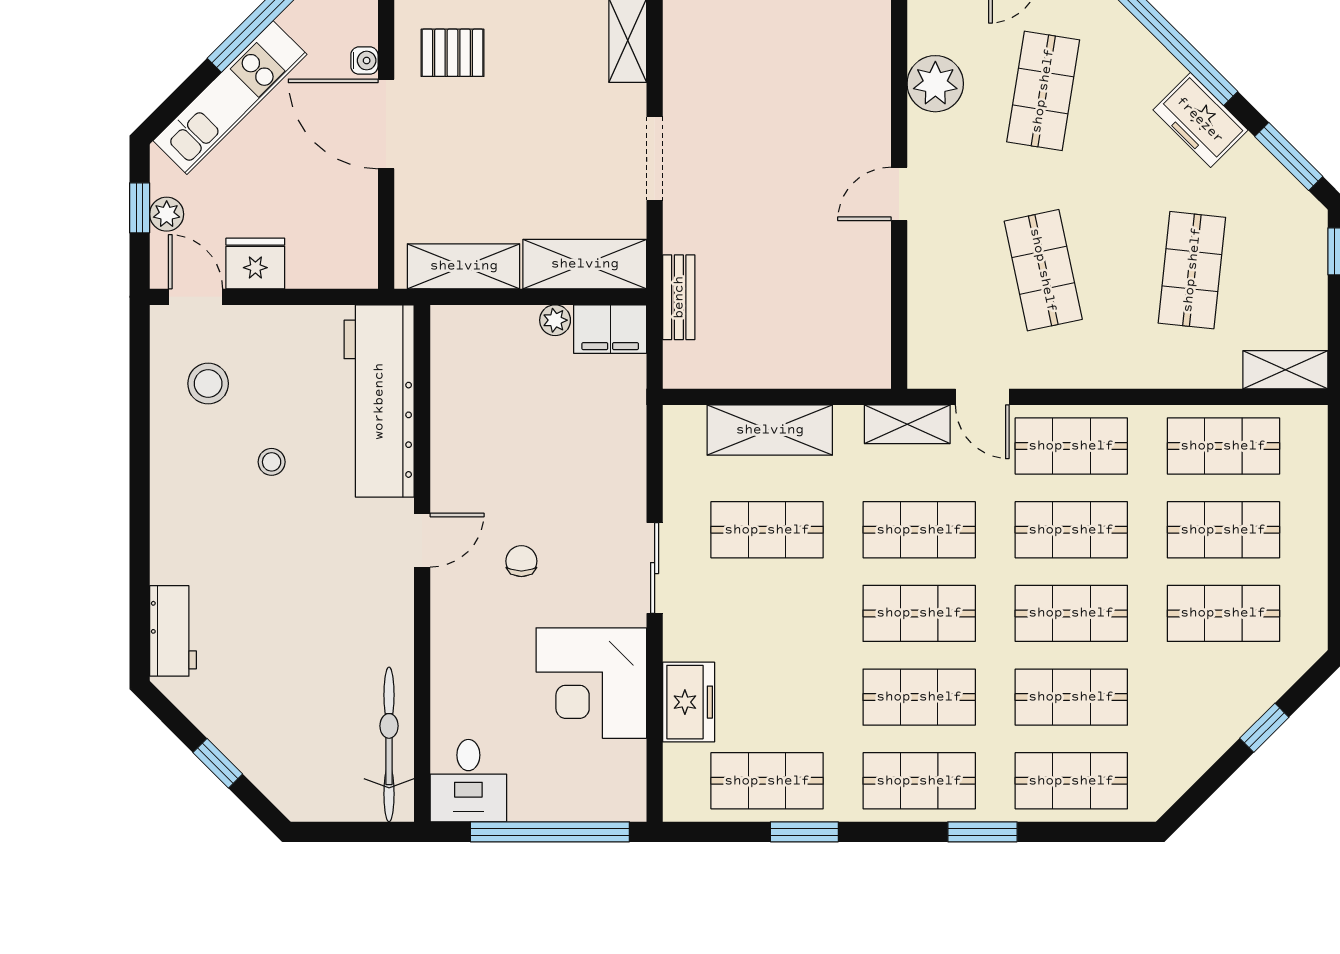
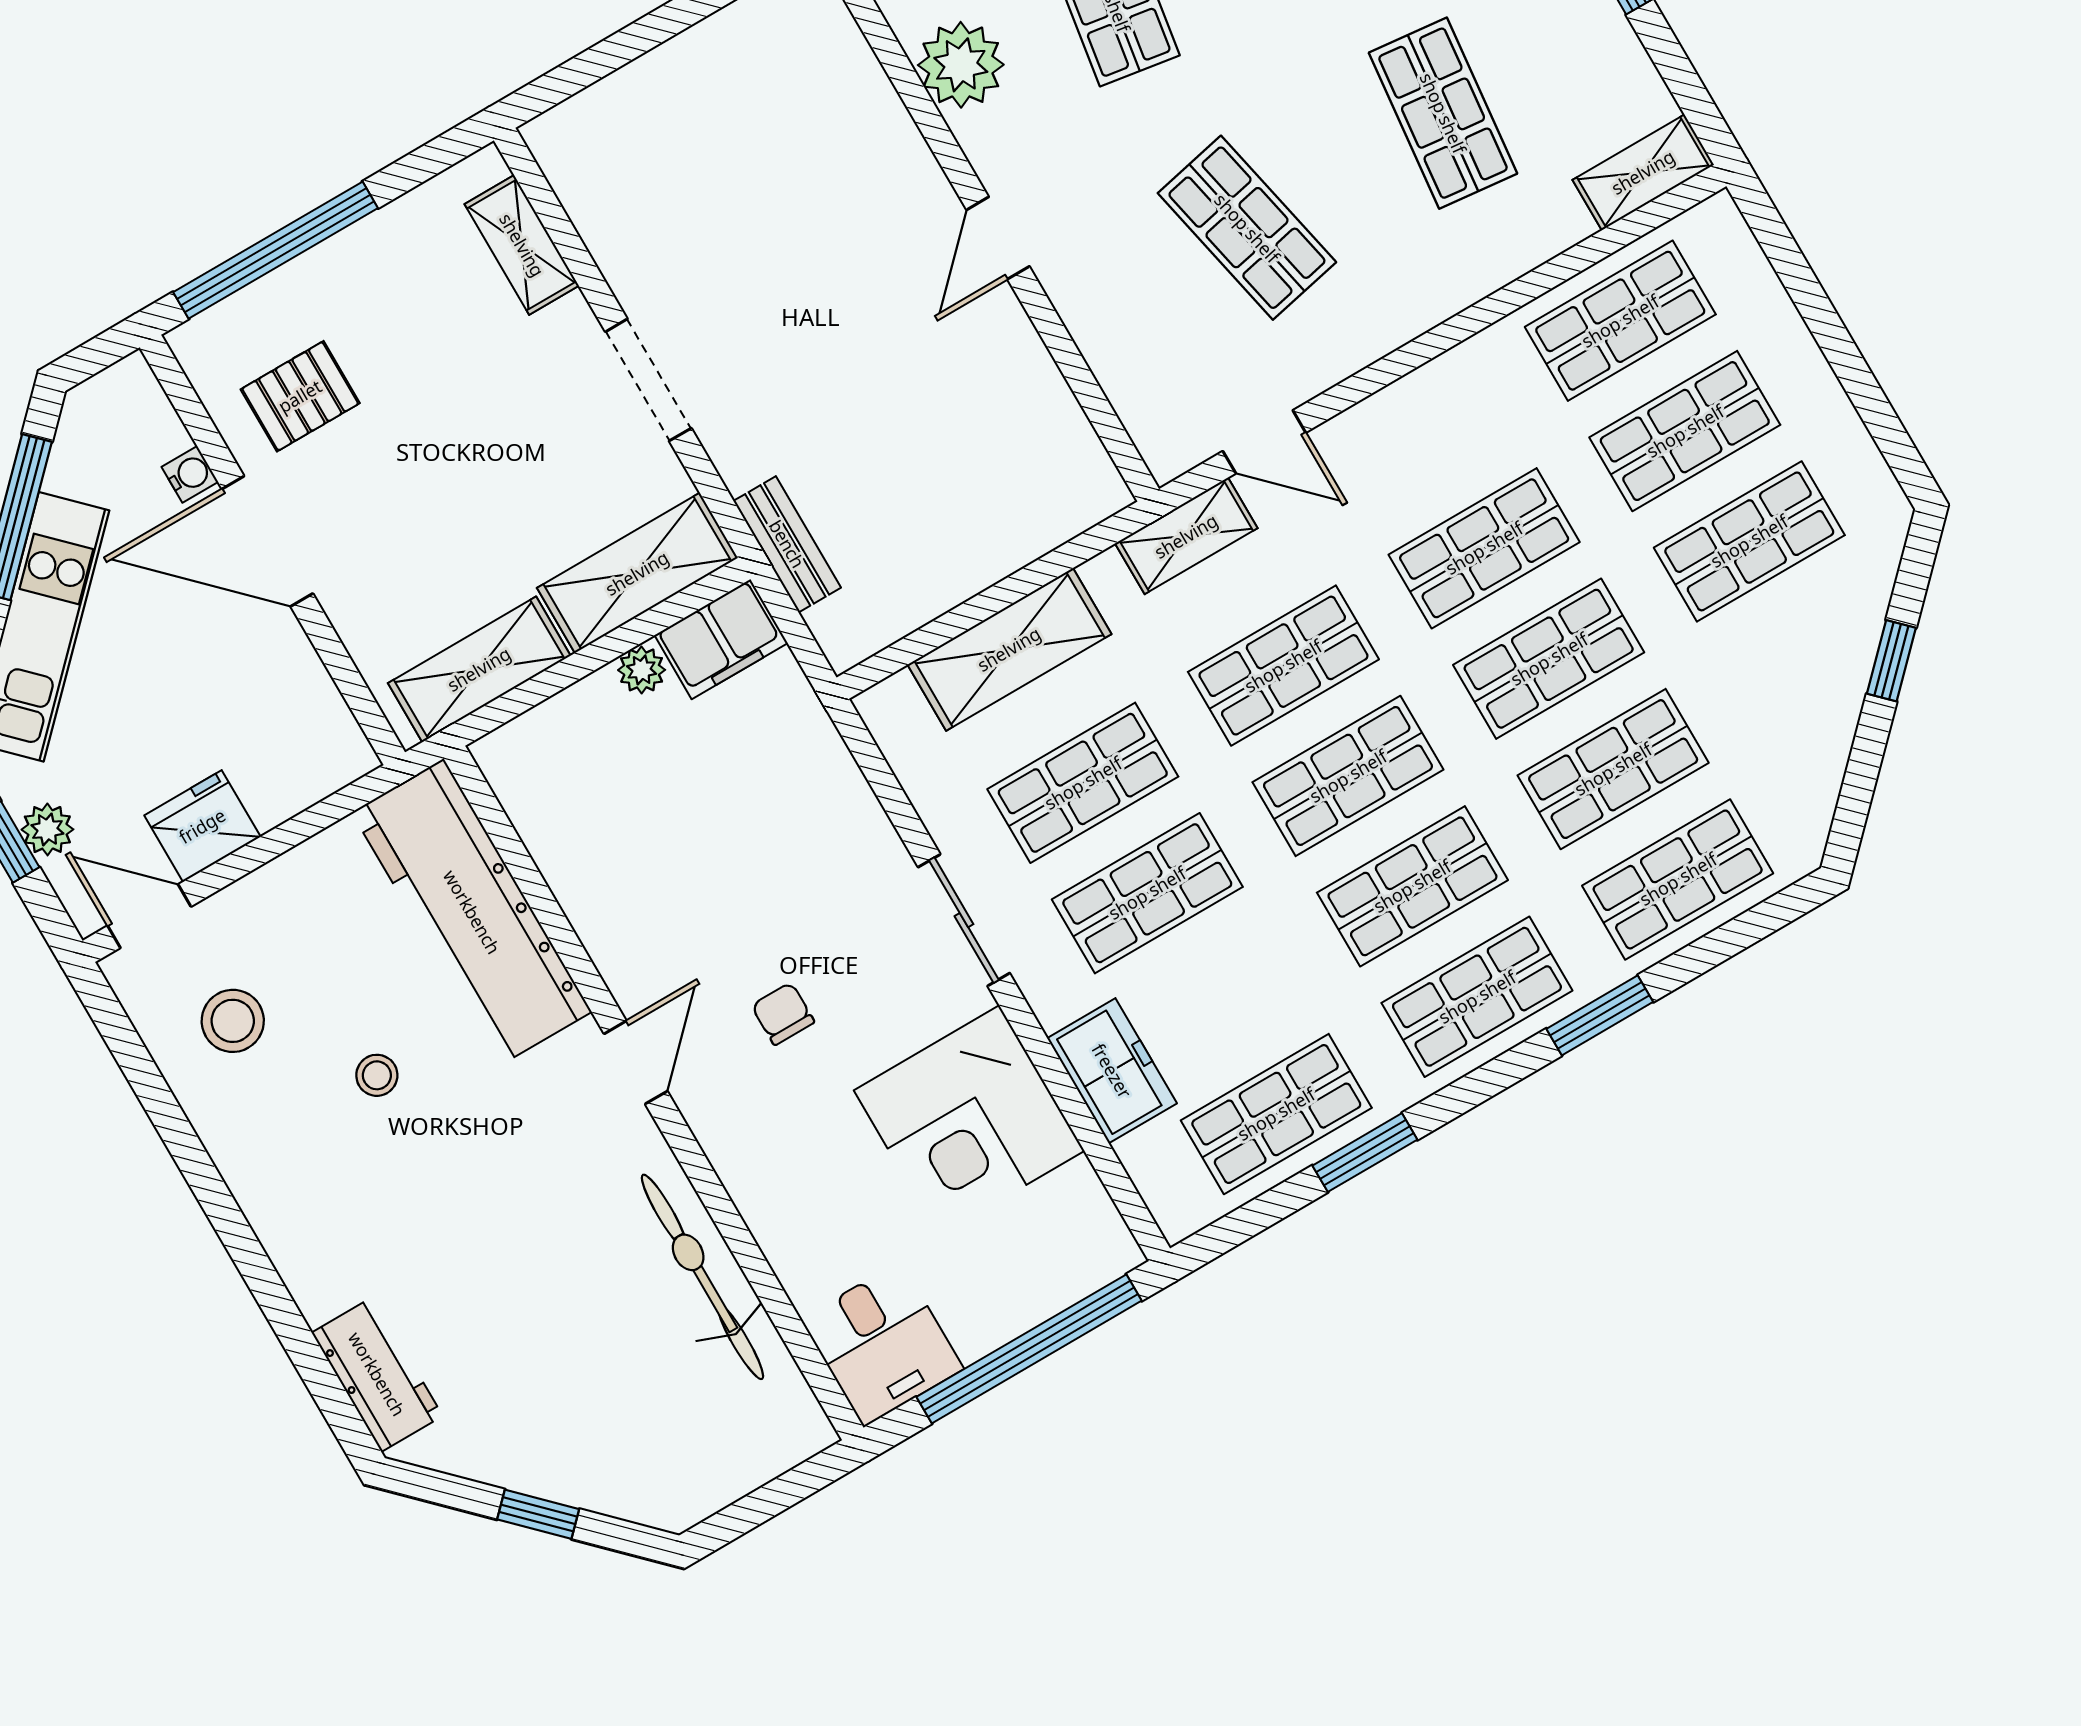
shop shelf: (1071, 446) -> (1147, 893), moved
bicycle: (389, 744) -> (702, 1277), moved

